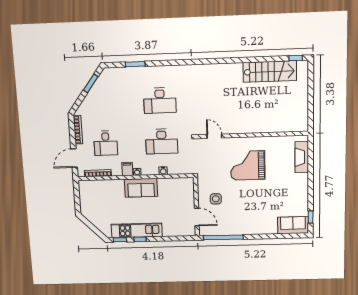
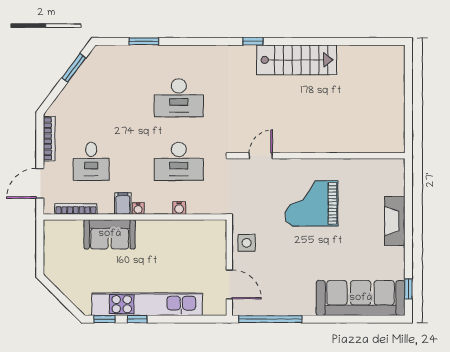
window: (296, 58) -> (253, 41), moved
stairs: (270, 71) -> (297, 60), moved
door: (214, 136) -> (261, 156), hinge flipped
fireplace: (302, 157) -> (395, 221), moved
sofa: (141, 188) -> (110, 234), moved
side table: (216, 199) -> (247, 243), moved
sofa: (293, 225) -> (361, 298), width x1.85, depth x1.27
kitchen unit: (137, 230) -> (147, 304), width x1.36

